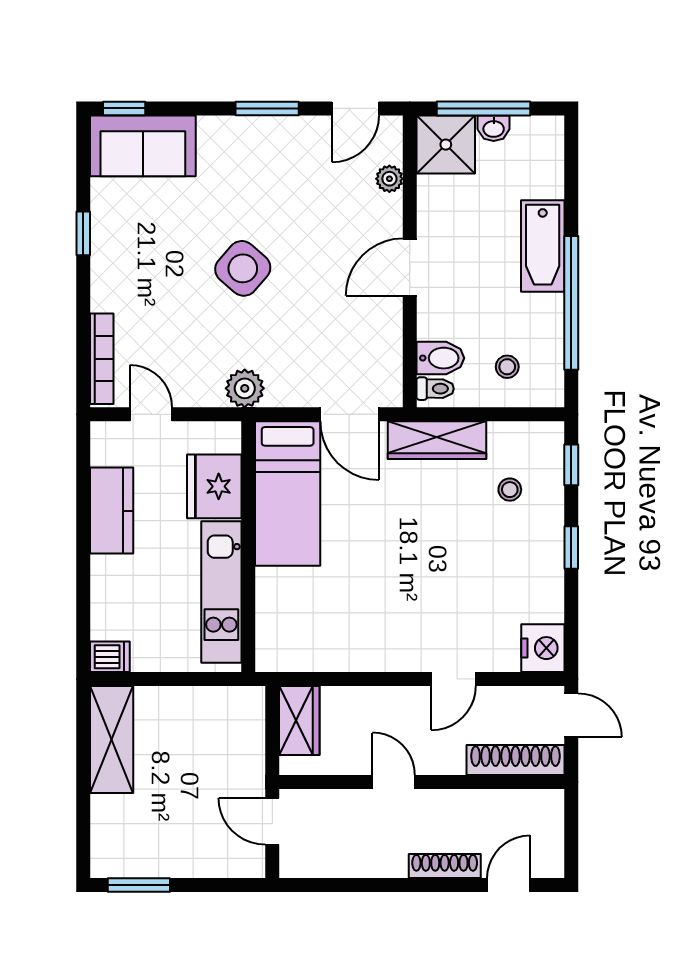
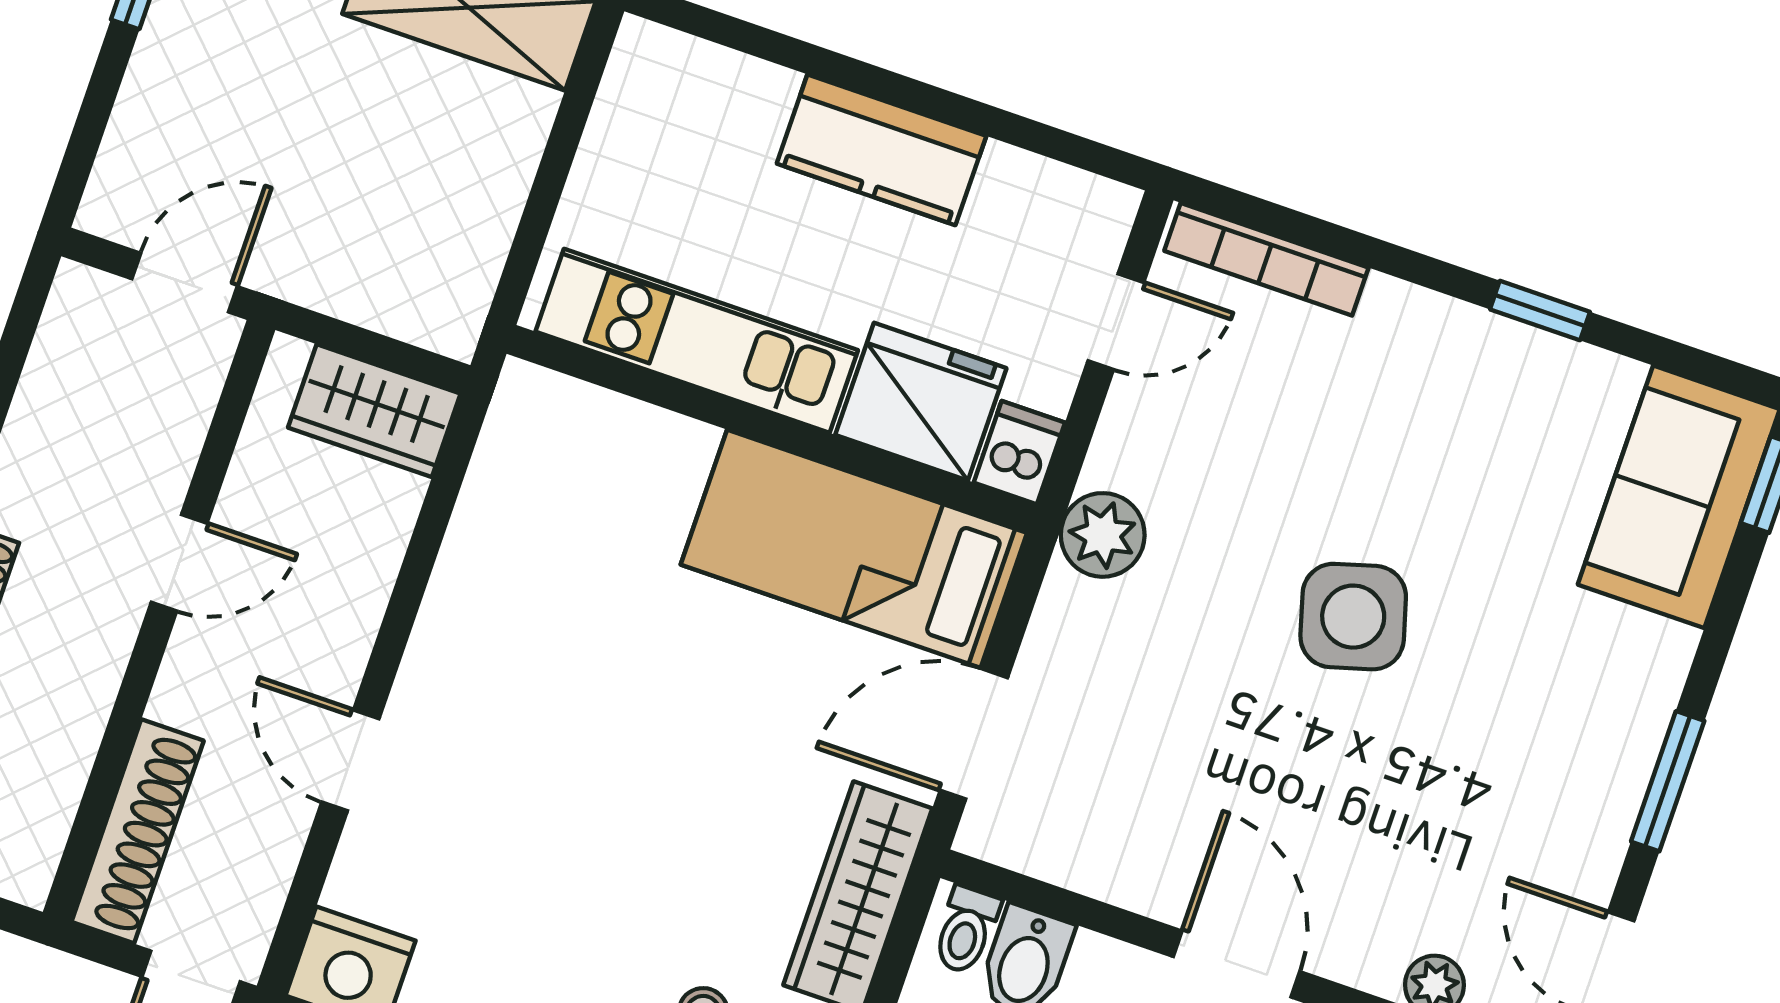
side table: (243, 268) -> (1353, 617), turned 33
kitchen counter: (112, 511) -> (881, 150), moved
dishwasher: (110, 657) -> (1019, 453), moved, turned 180

